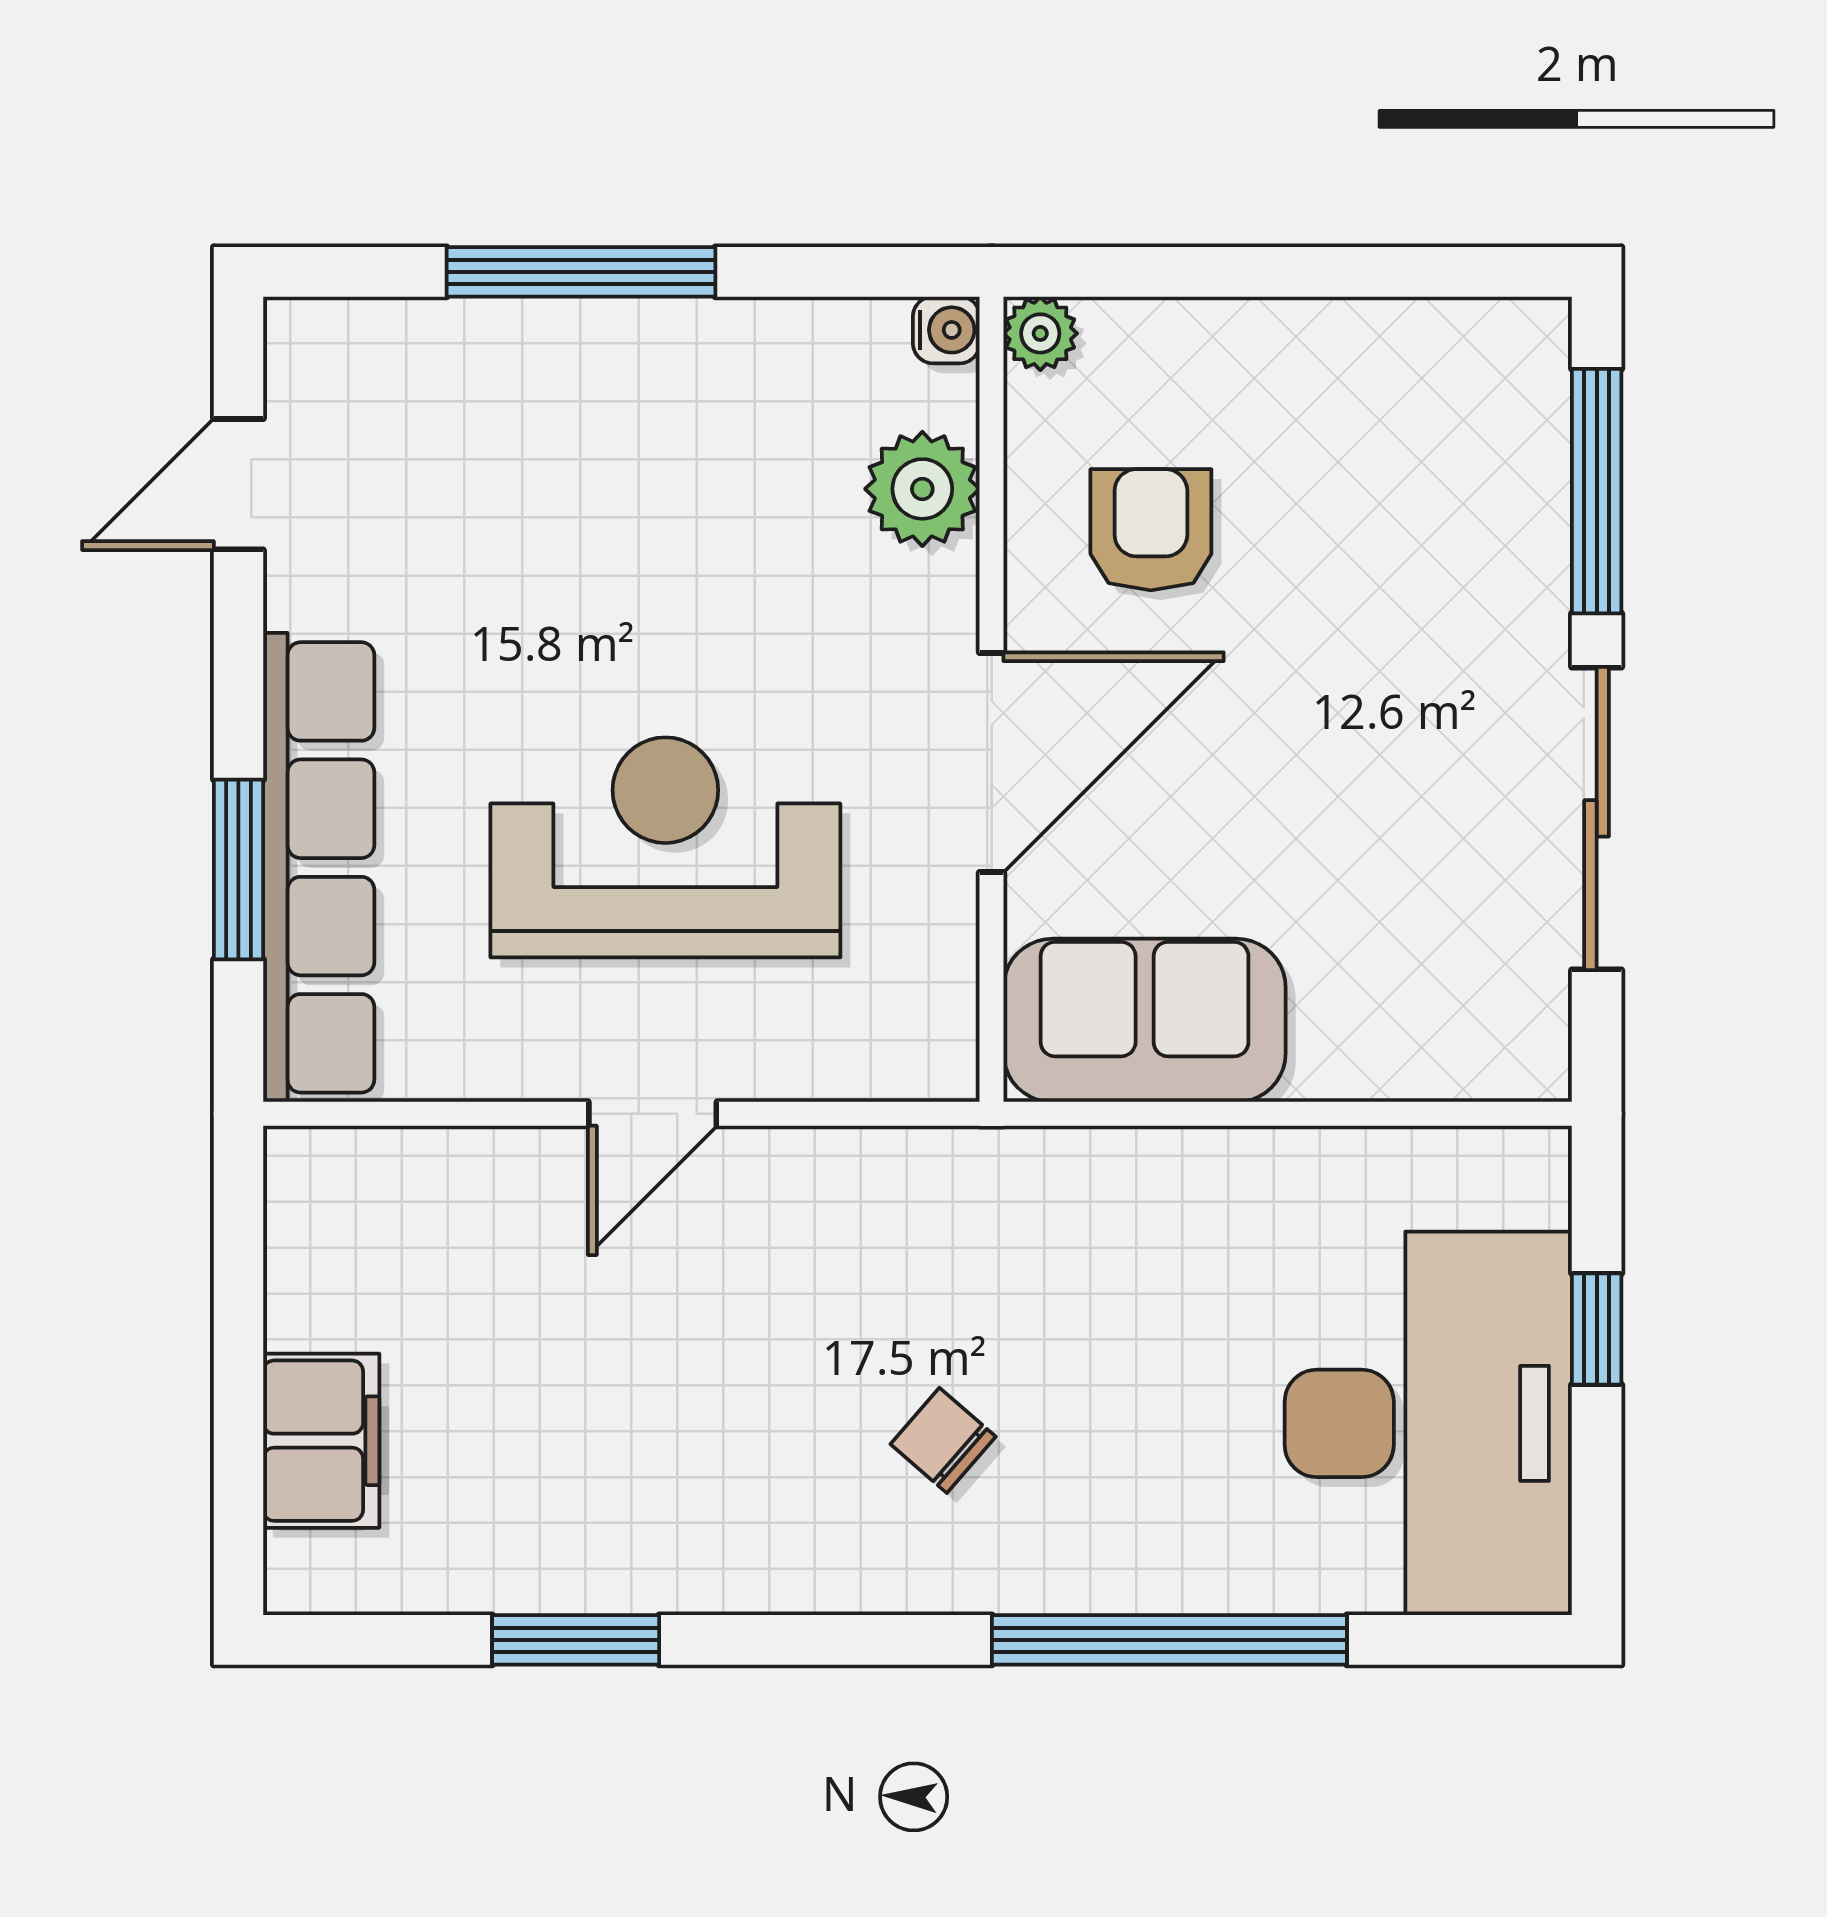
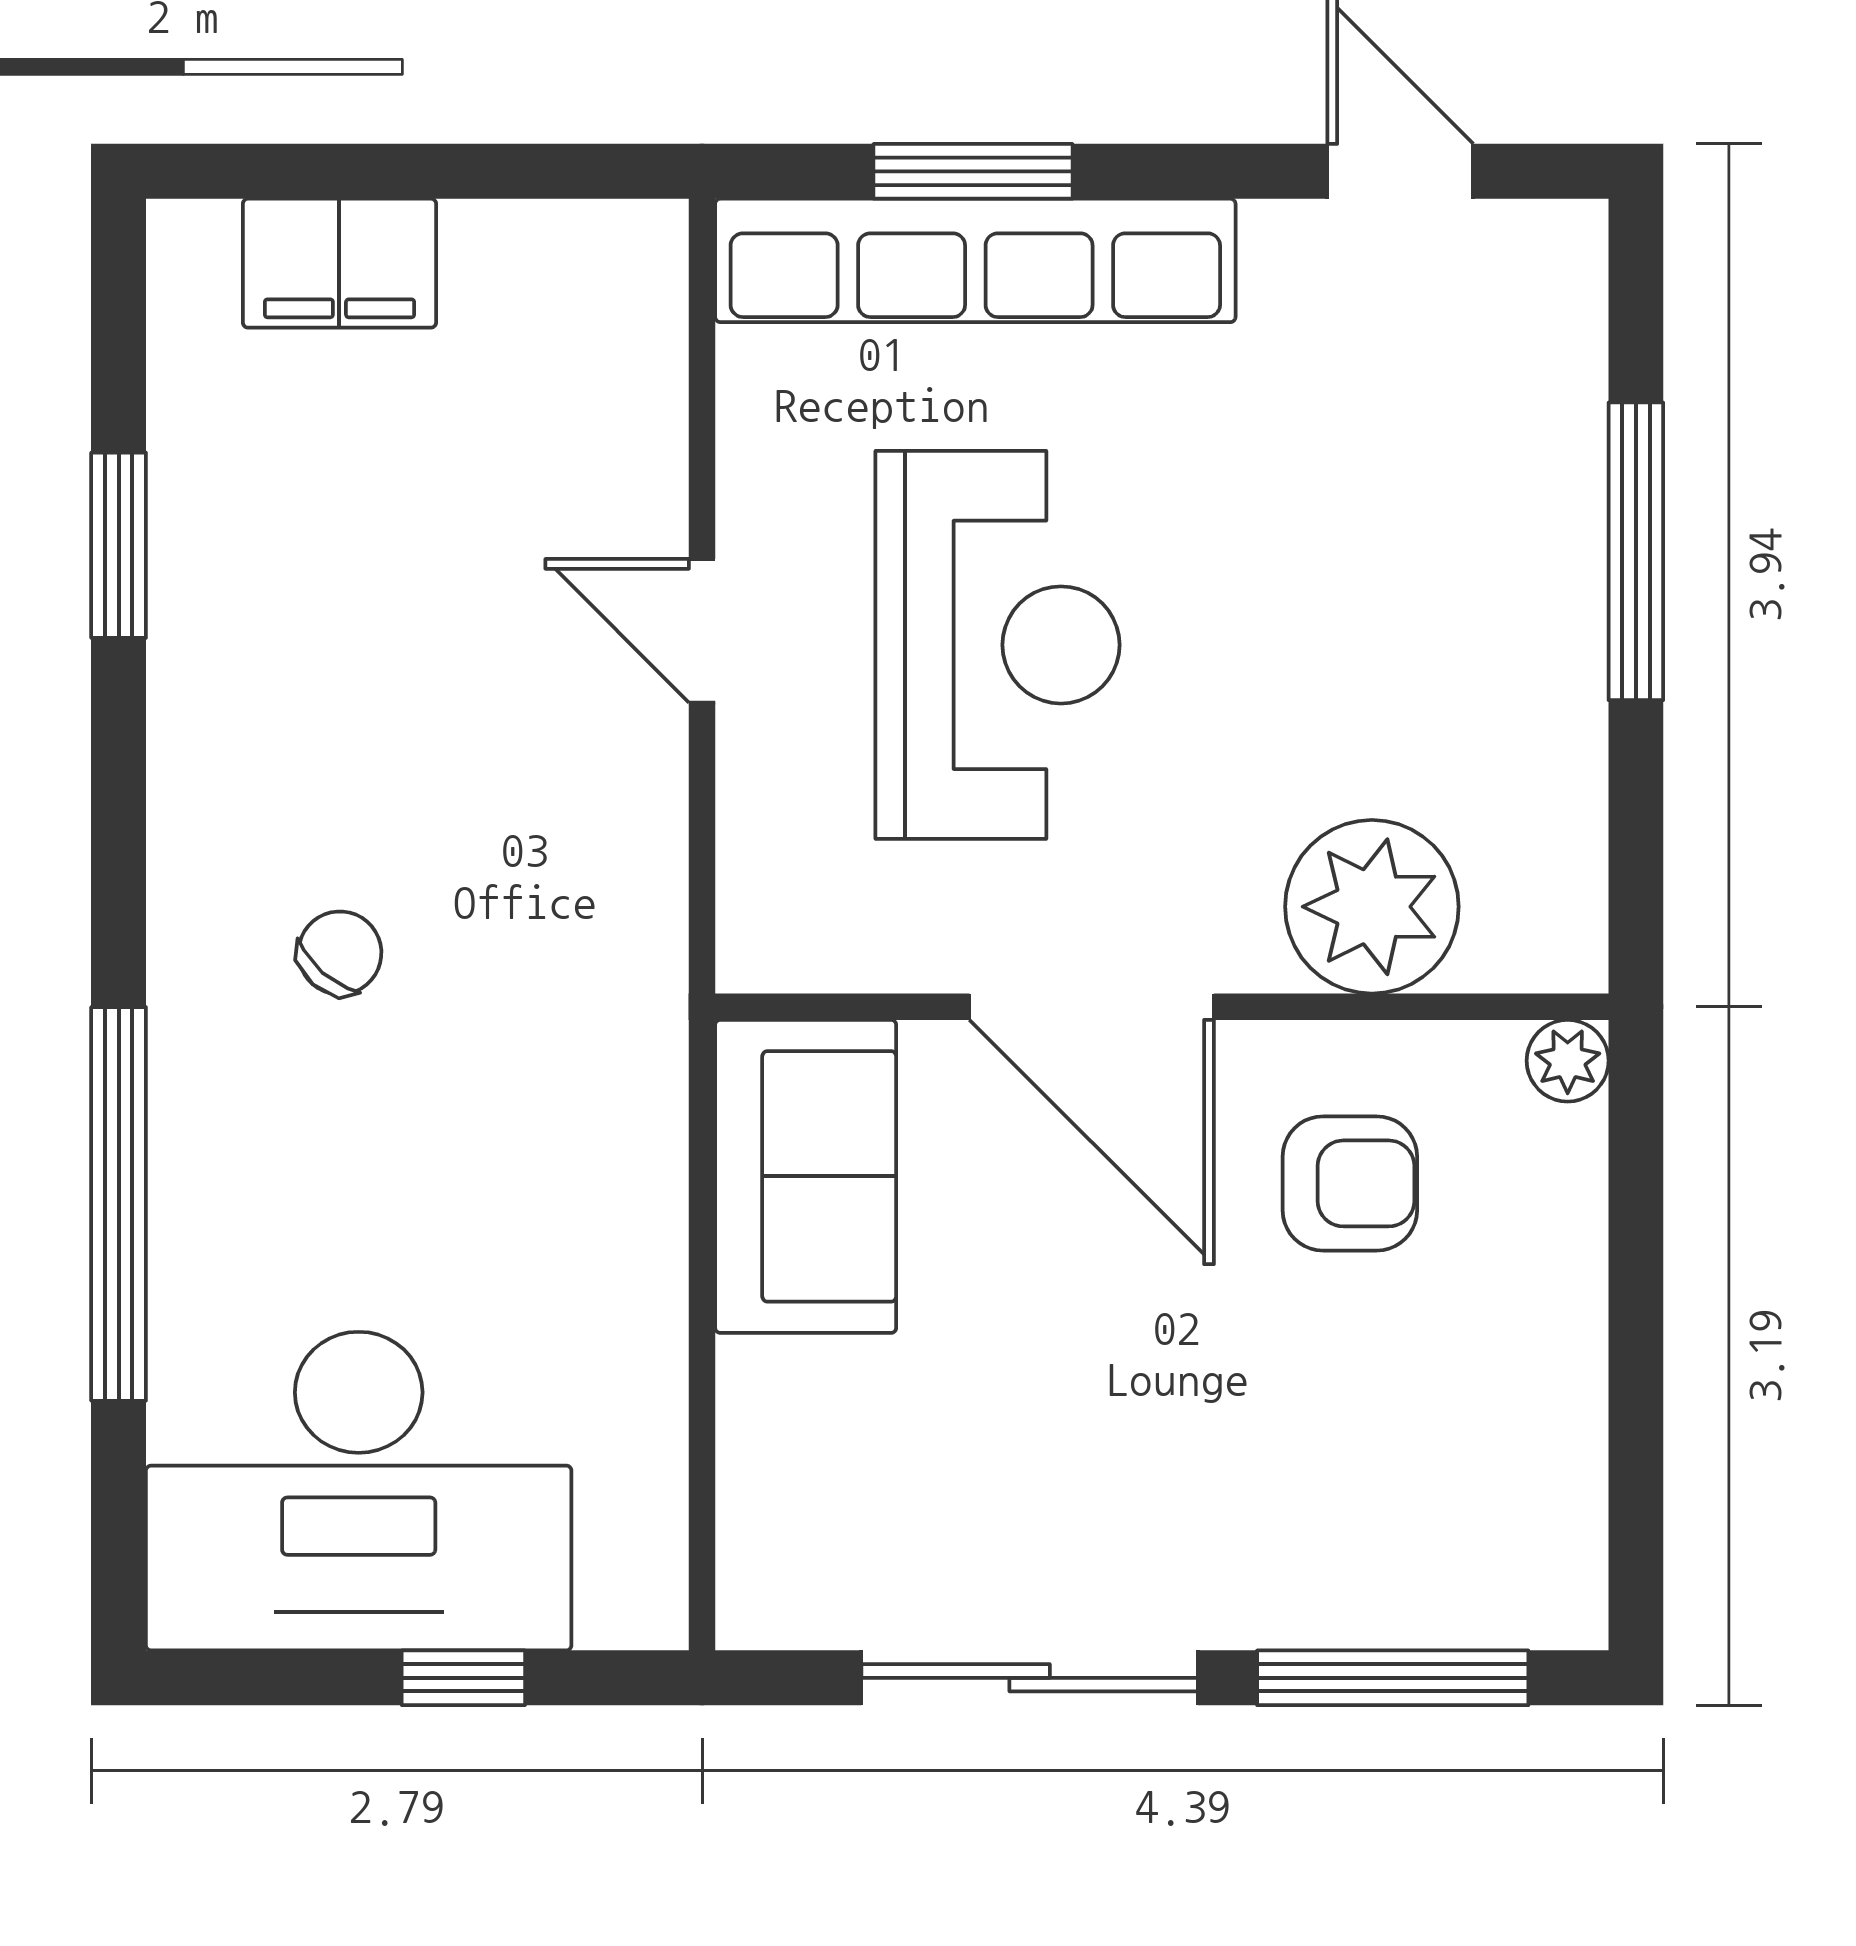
water cooler: (946, 330) -> (1571, 957), removed
plant: (922, 489) -> (1372, 907), width x1.36, depth x1.36

